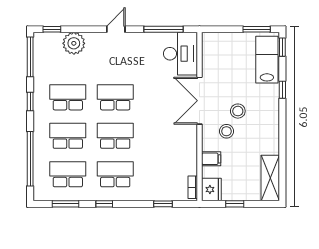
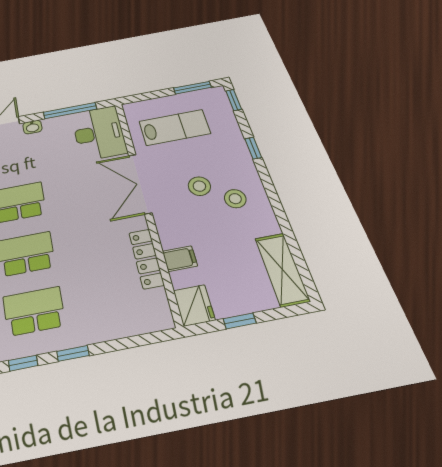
washbasin: (134, 38) -> (32, 127), added
lab bench: (267, 60) -> (175, 127), moved, turned 90
stool: (226, 131) -> (235, 199), moved
locker: (191, 155) -> (146, 259), added
bookcase: (193, 187) -> (163, 308), removed
window: (163, 204) -> (73, 353), moved

